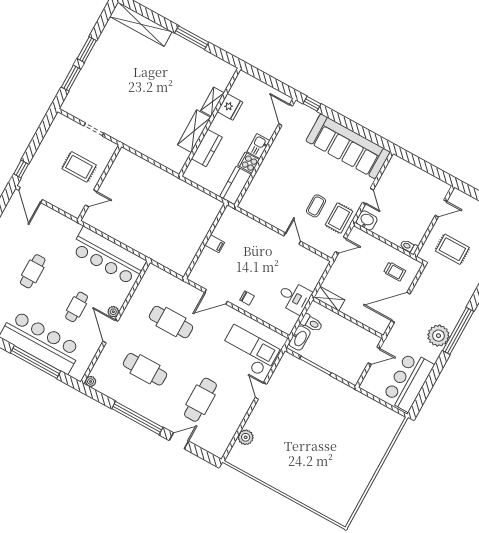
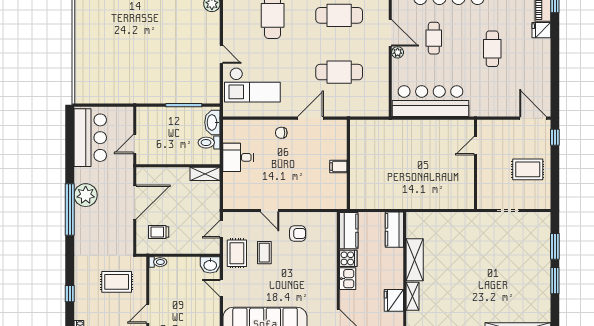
kitchen counter: (207, 148) -> (394, 230), moved
rug: (79, 167) -> (528, 169), moved
armchair: (279, 207) -> (298, 233), added

